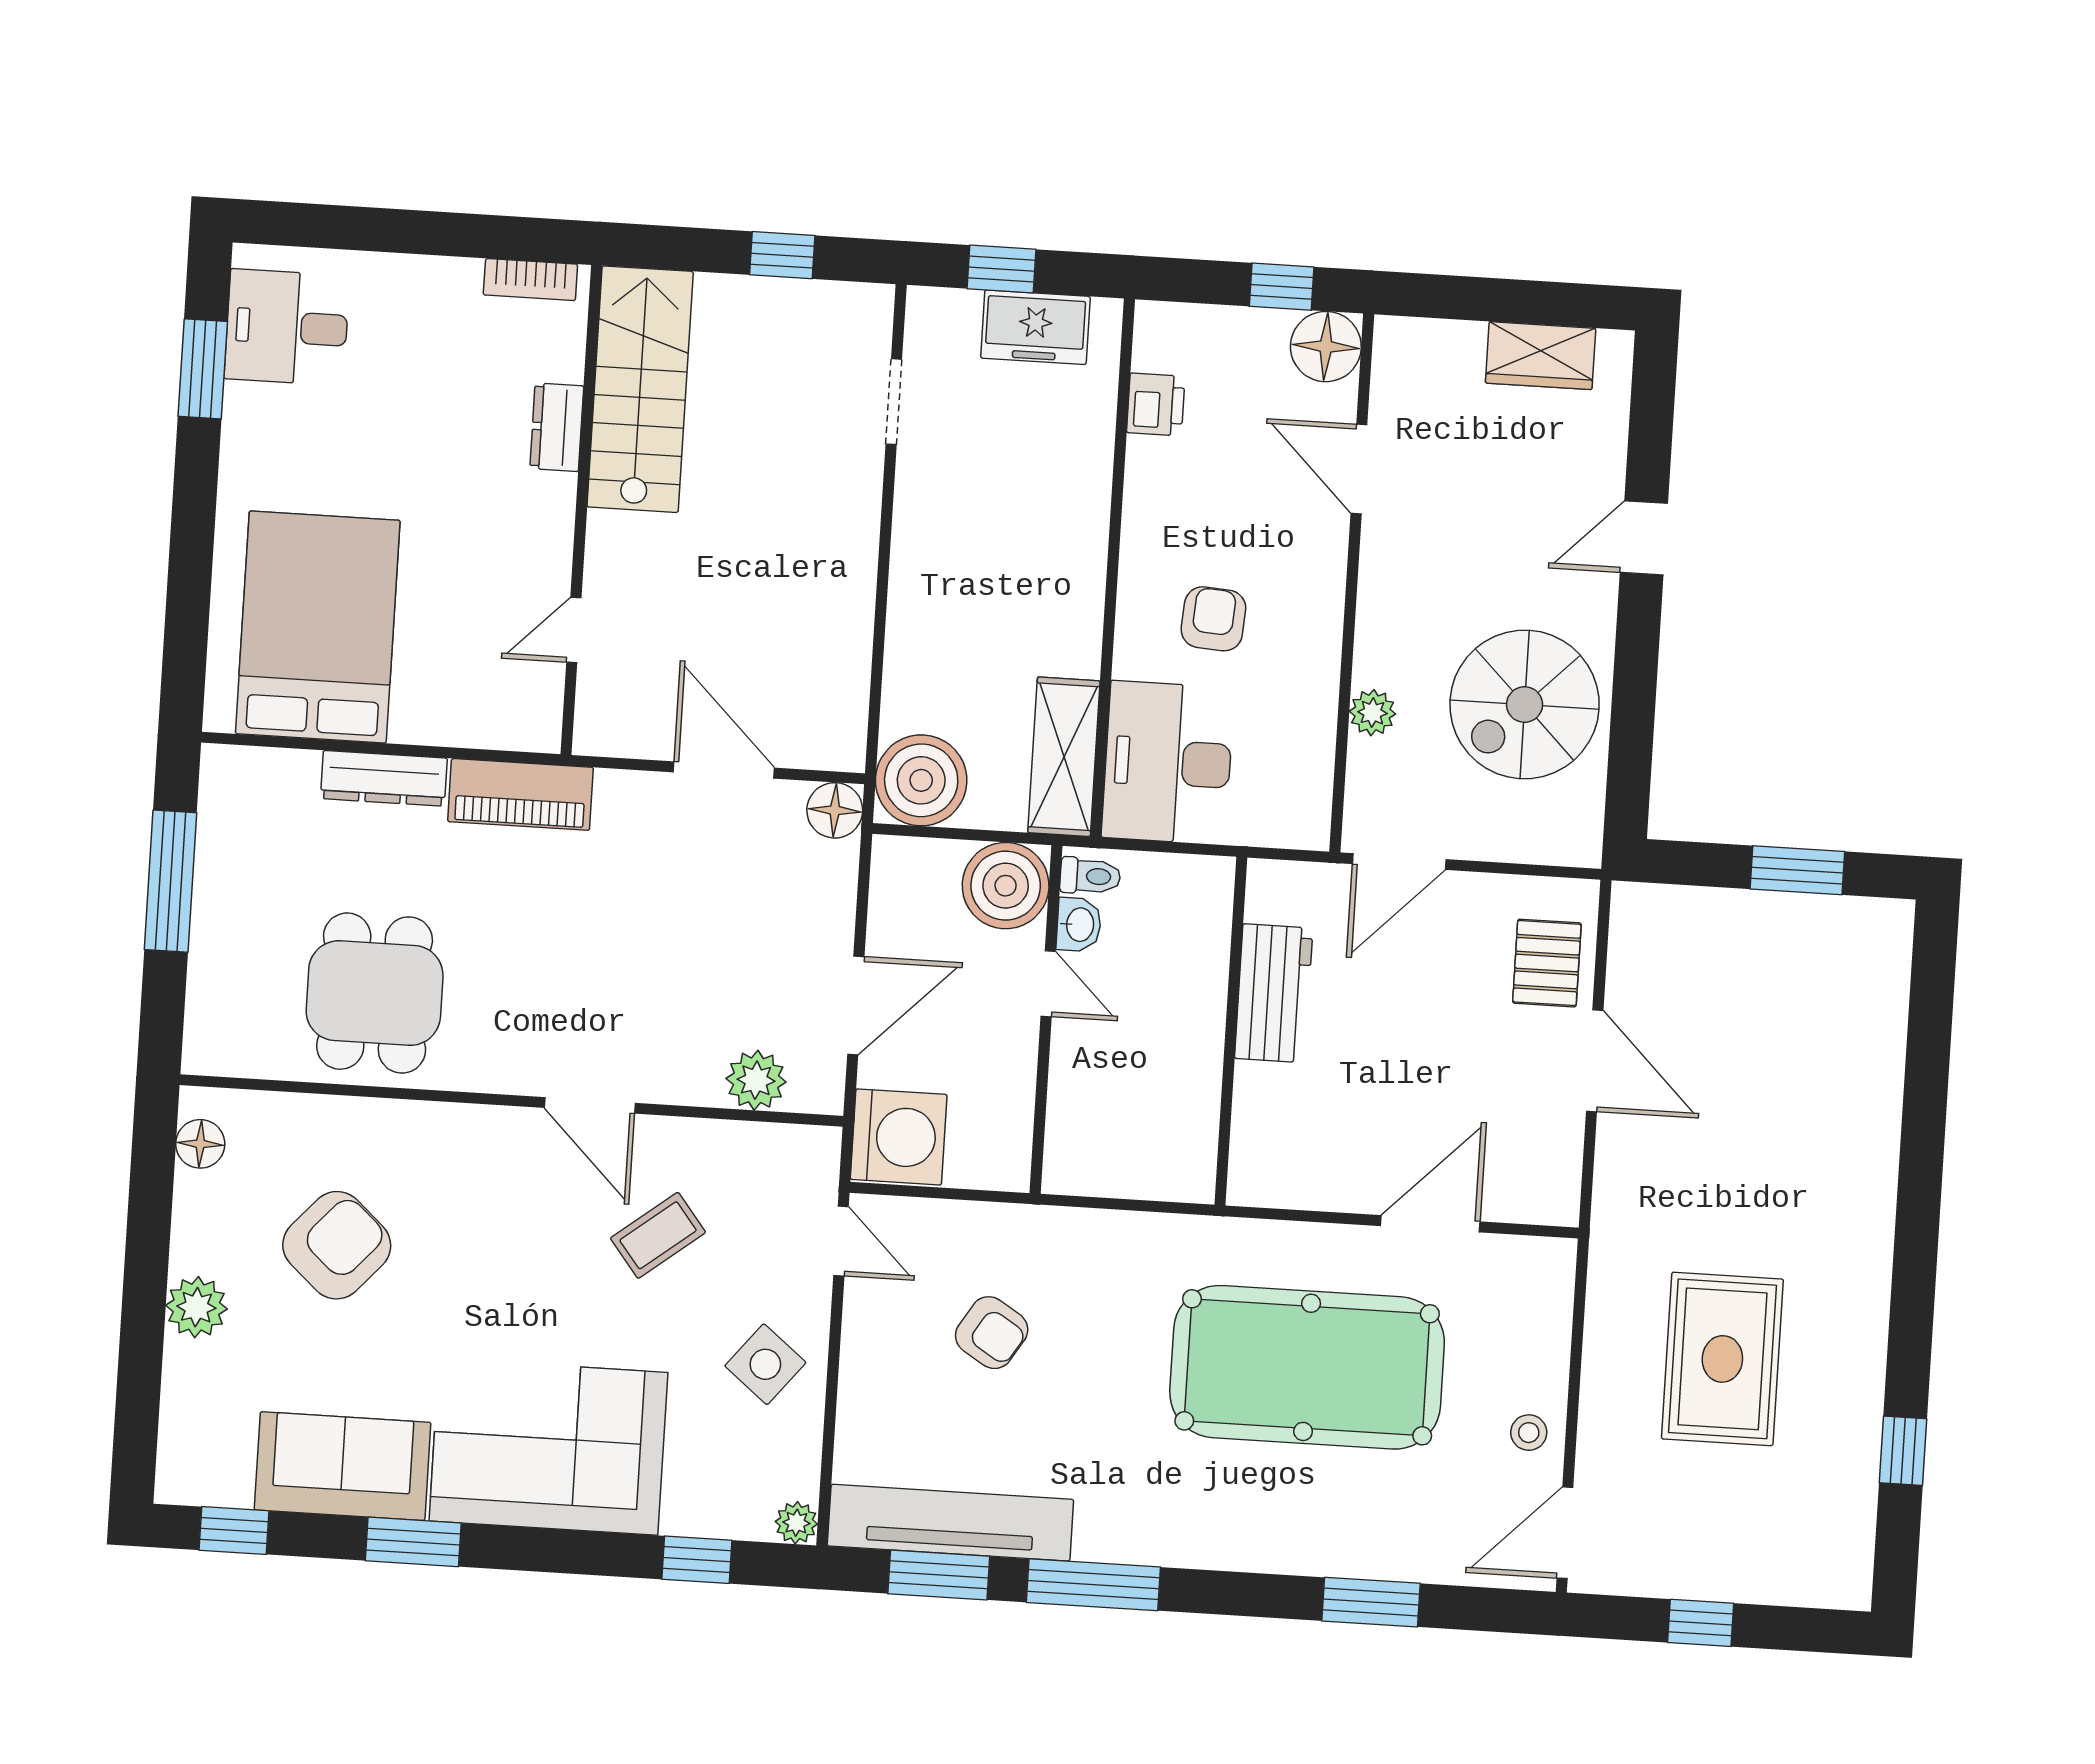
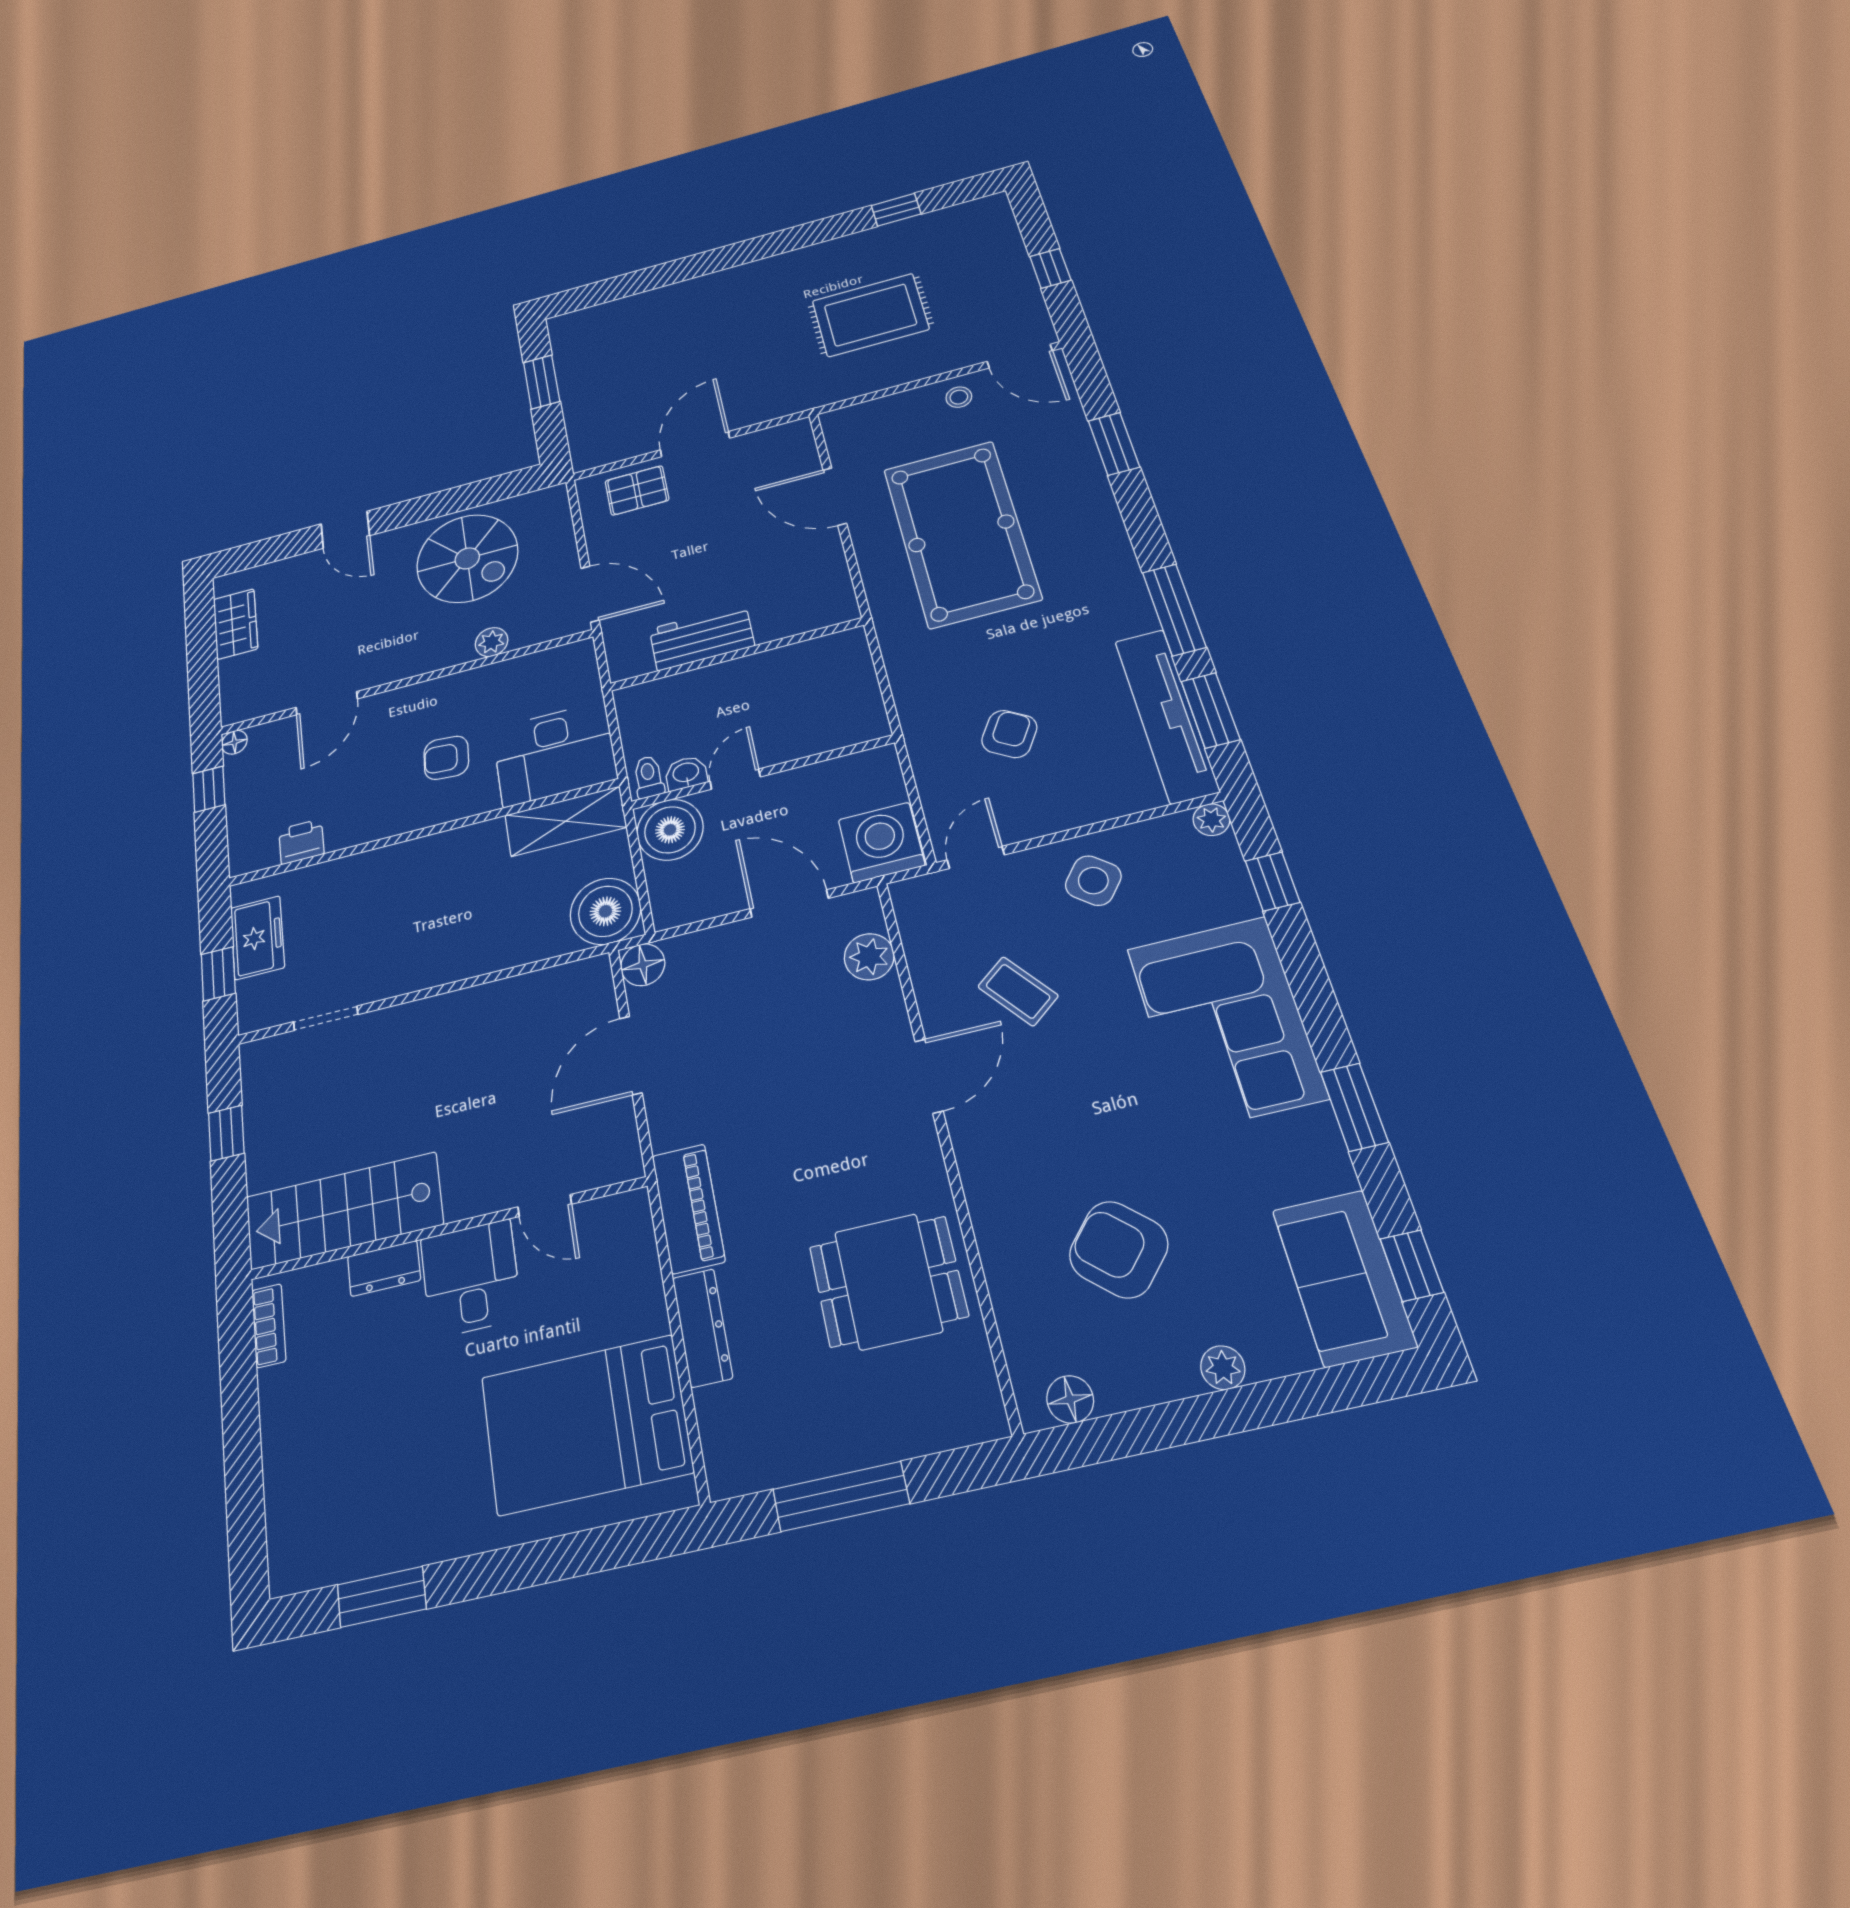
desk: (287, 327) -> (471, 1278), moved, turned 180
floor lamp: (1326, 347) -> (234, 742), width x0.53, depth x0.53
plant: (196, 1307) -> (1223, 1368), width x0.73, depth x0.73
sofa: (343, 1466) -> (1344, 1278), moved

